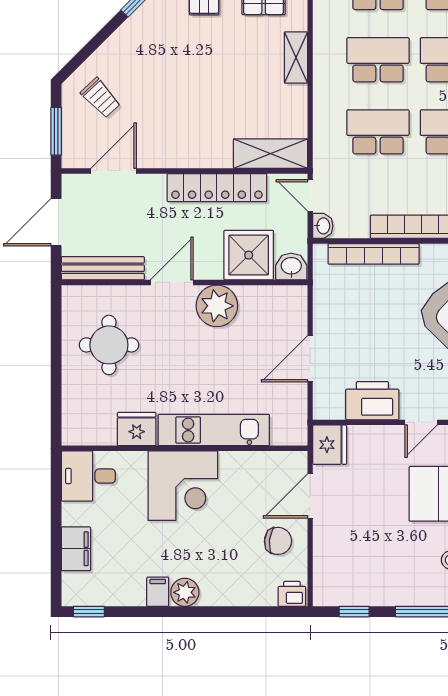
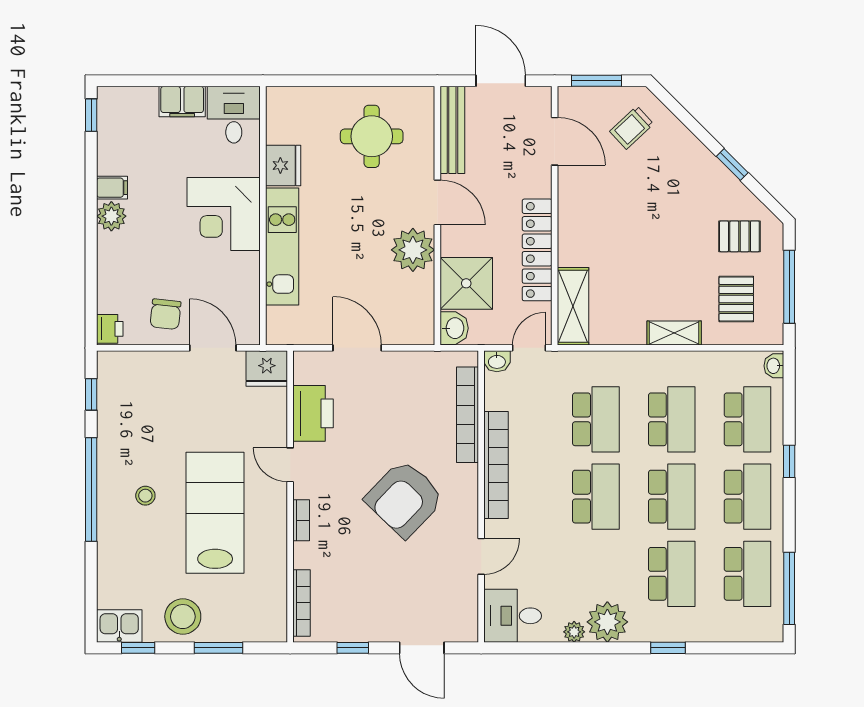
filing cabinet: (76, 549) -> (182, 102), moved

